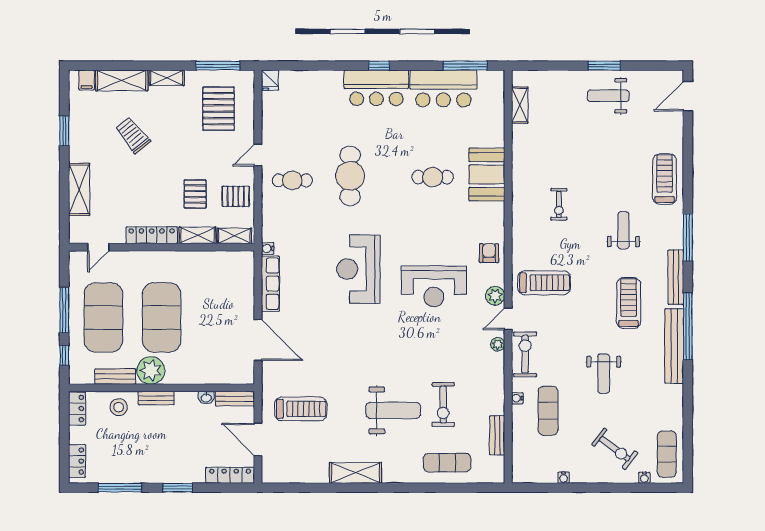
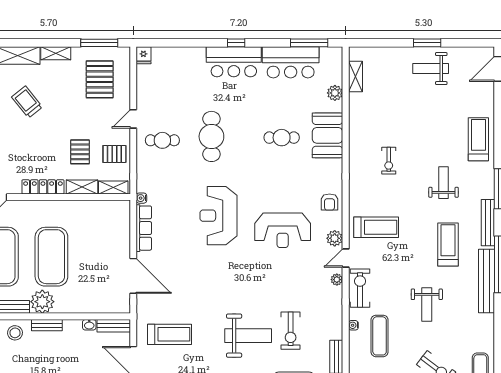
plant: (495, 125) -> (335, 93), added
armchair: (489, 253) -> (329, 202), turned 180

